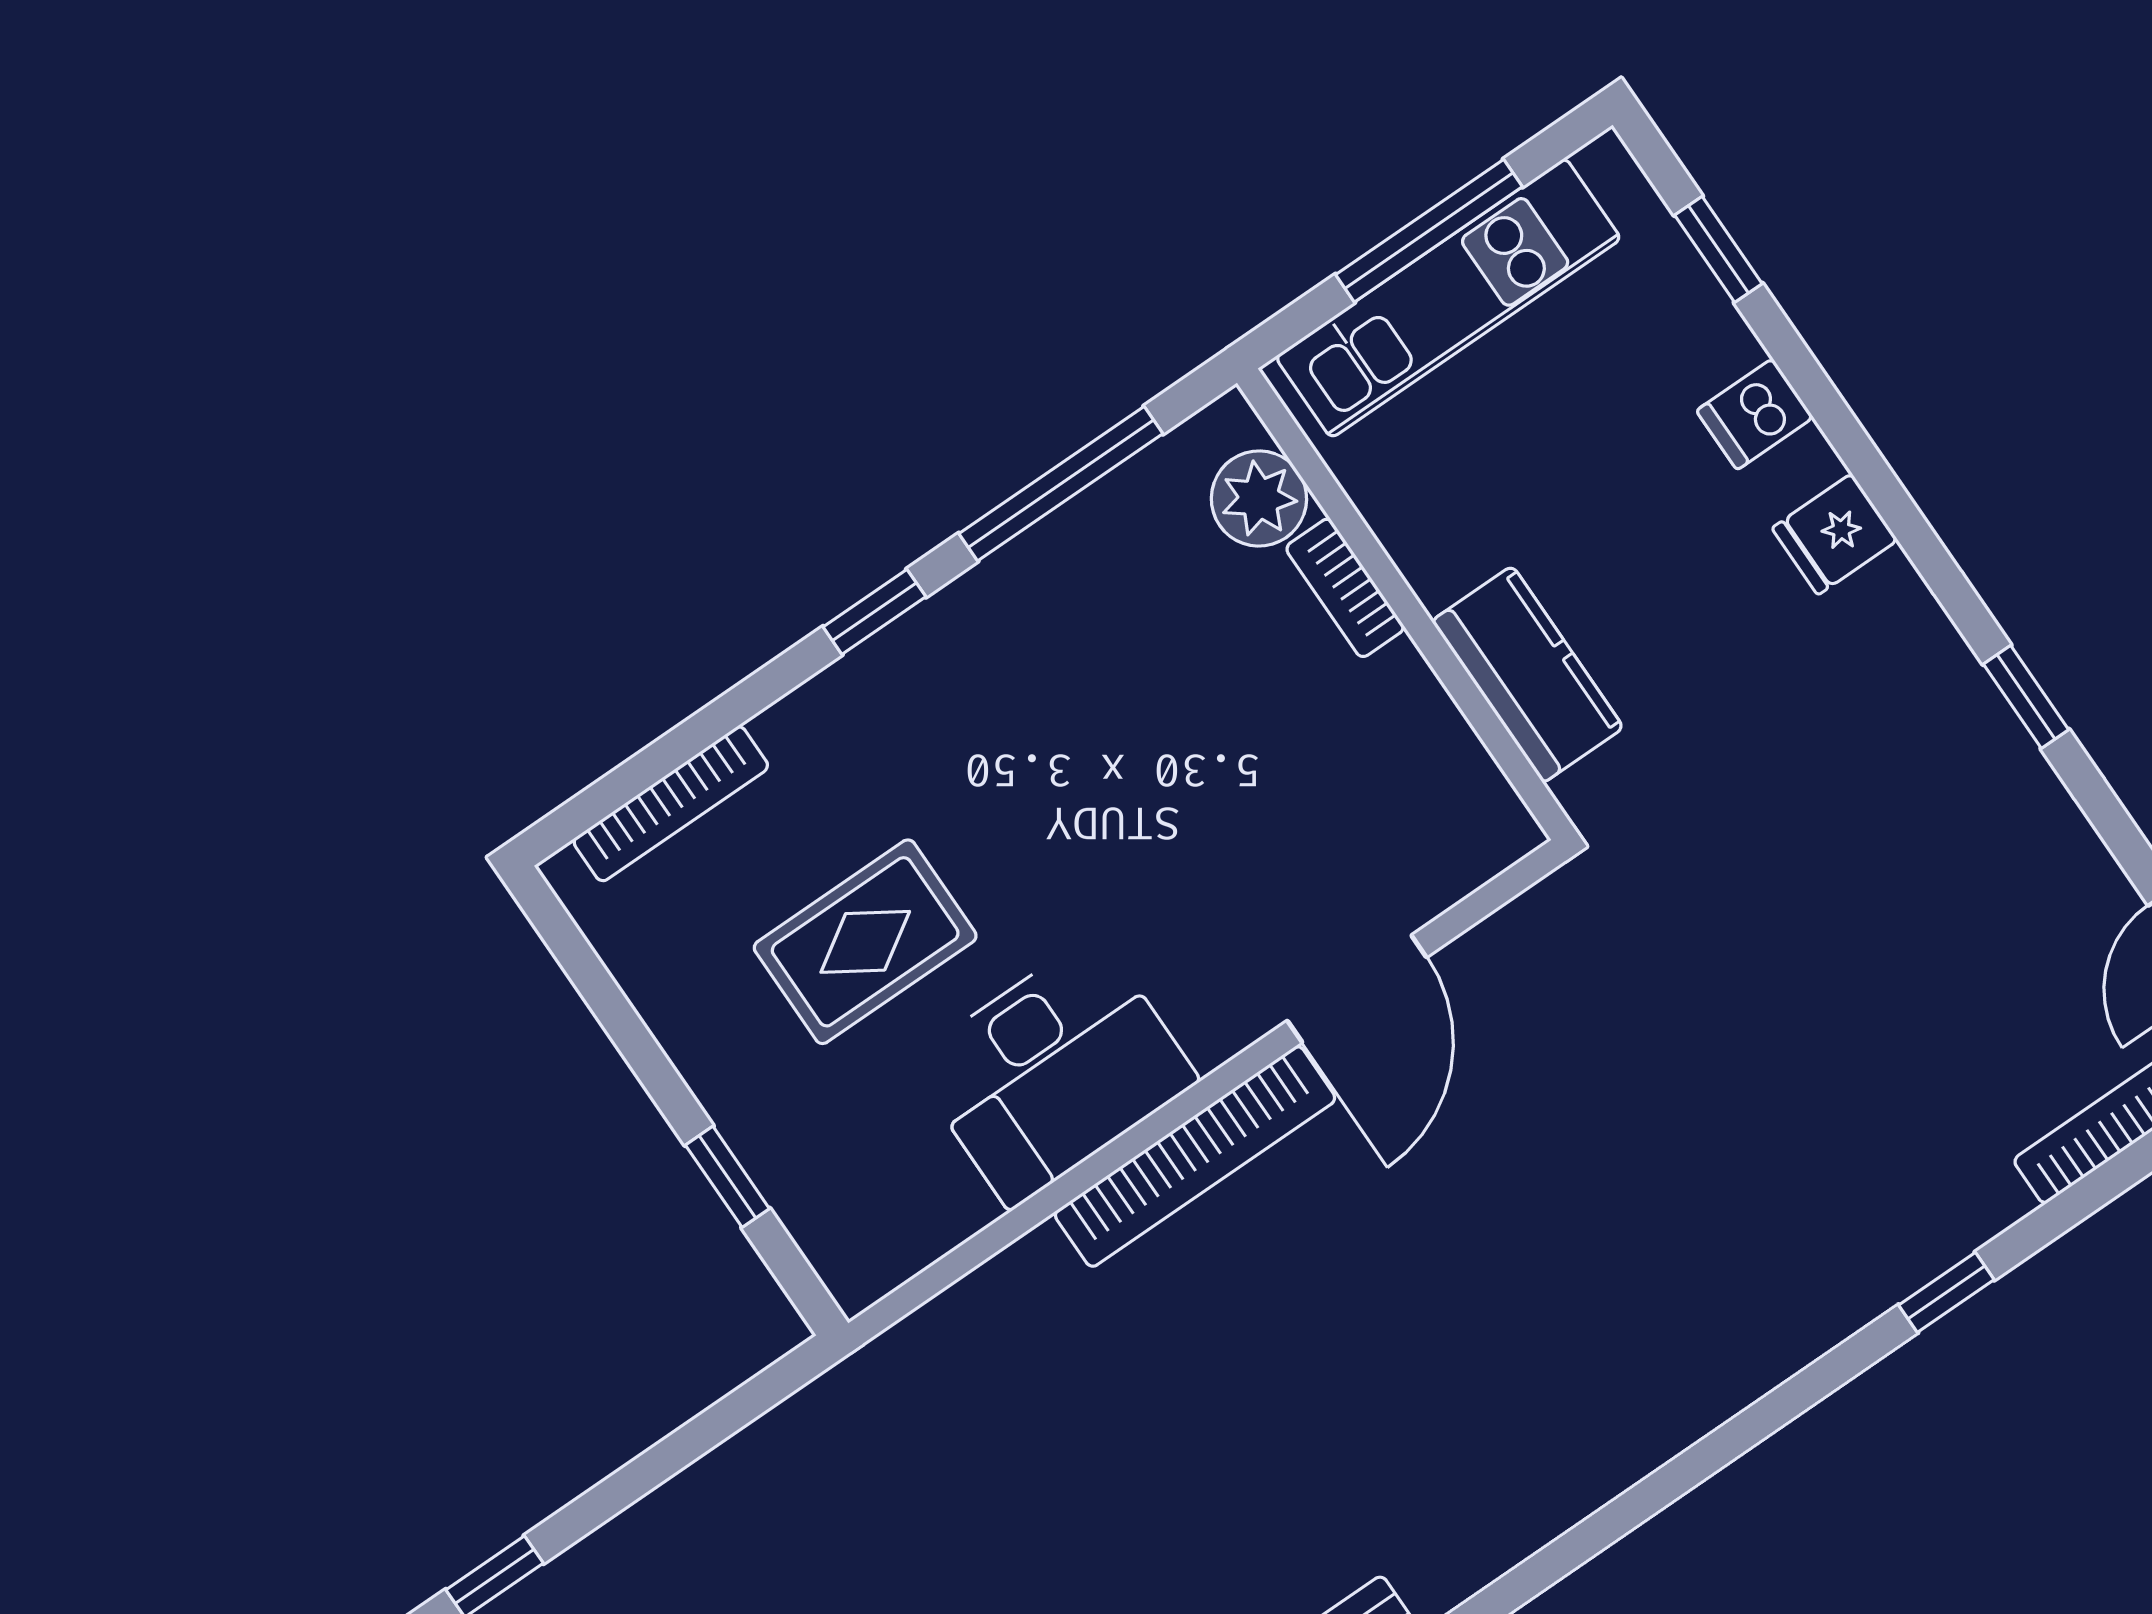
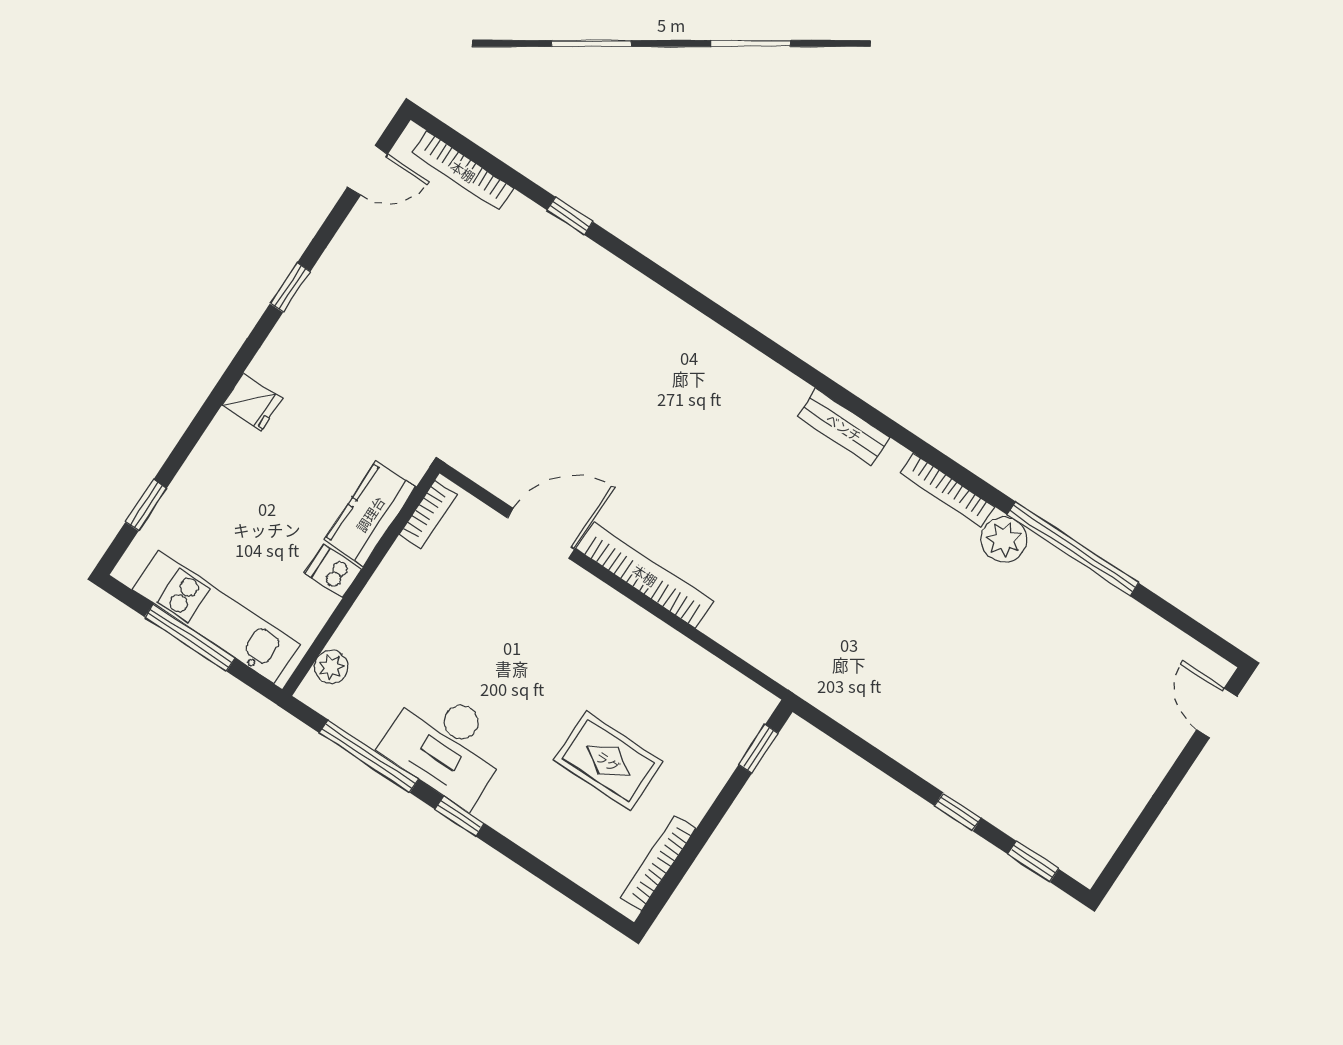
dishwasher: (1755, 414) -> (333, 571), moved, turned 180
plant: (1259, 499) -> (331, 667), width x0.73, depth x0.73
bookcase: (1345, 588) -> (428, 514), moved
bookcase: (671, 804) -> (658, 863), moved, turned -90
desk: (1053, 1071) -> (446, 745), moved, turned 180
window: (727, 1177) -> (758, 749), moved

